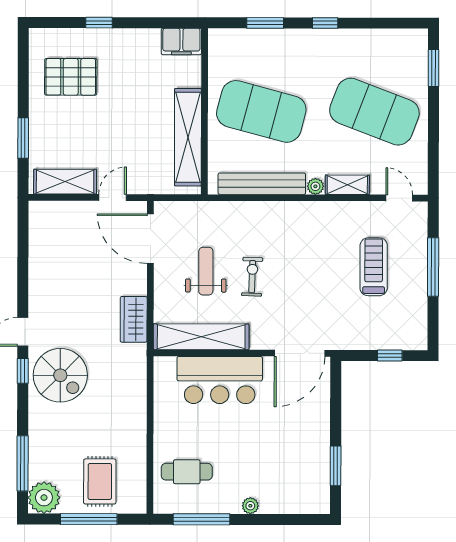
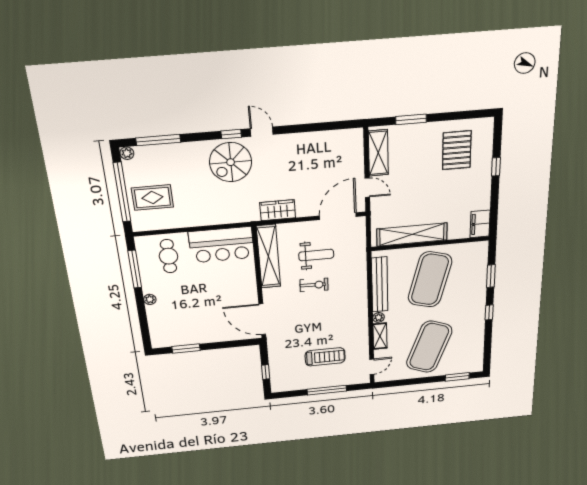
bar counter: (220, 380) -> (221, 245), moved, turned -90
plant: (44, 498) -> (127, 153), width x0.53, depth x0.53
window: (89, 519) -> (122, 192), width x1.46

